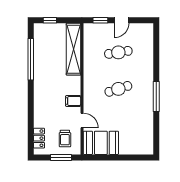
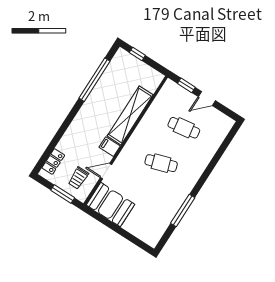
shelving: (73, 49) -> (130, 115), moved
window: (156, 96) -> (183, 210), moved
door: (82, 120) -> (106, 171), swing flipped

